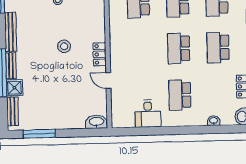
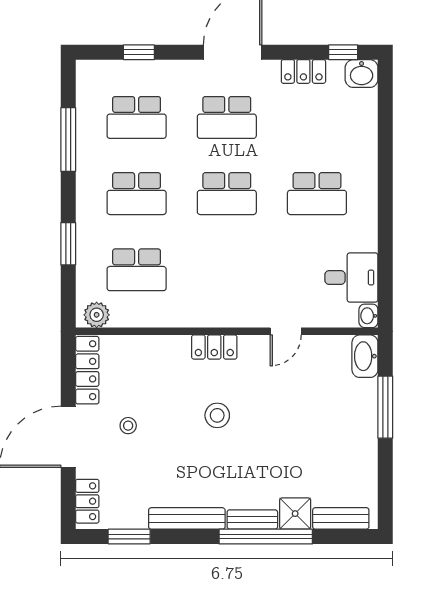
locker: (100, 54) -> (214, 347), moved
desk: (148, 114) -> (351, 277), moved
washbasin: (214, 121) -> (368, 316), moved
window: (39, 134) -> (385, 407), moved

